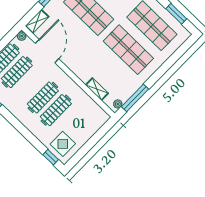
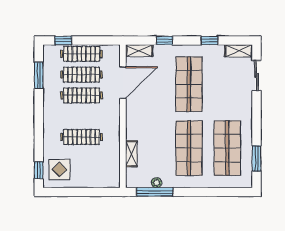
plant: (22, 36) -> (115, 50), removed
clothes rail: (43, 97) -> (81, 95), moved
plant: (118, 104) -> (157, 183), moved

